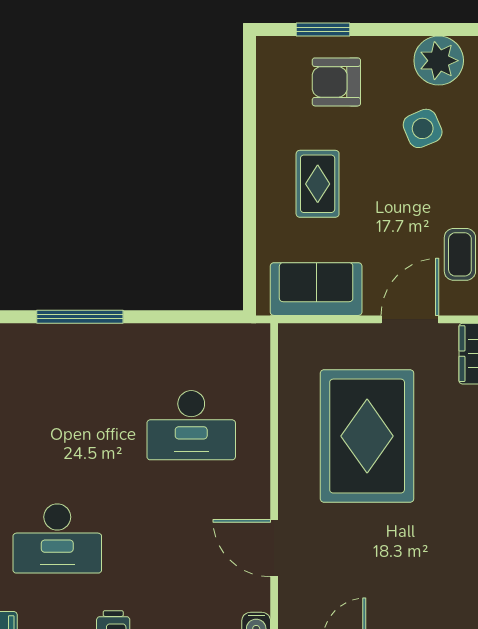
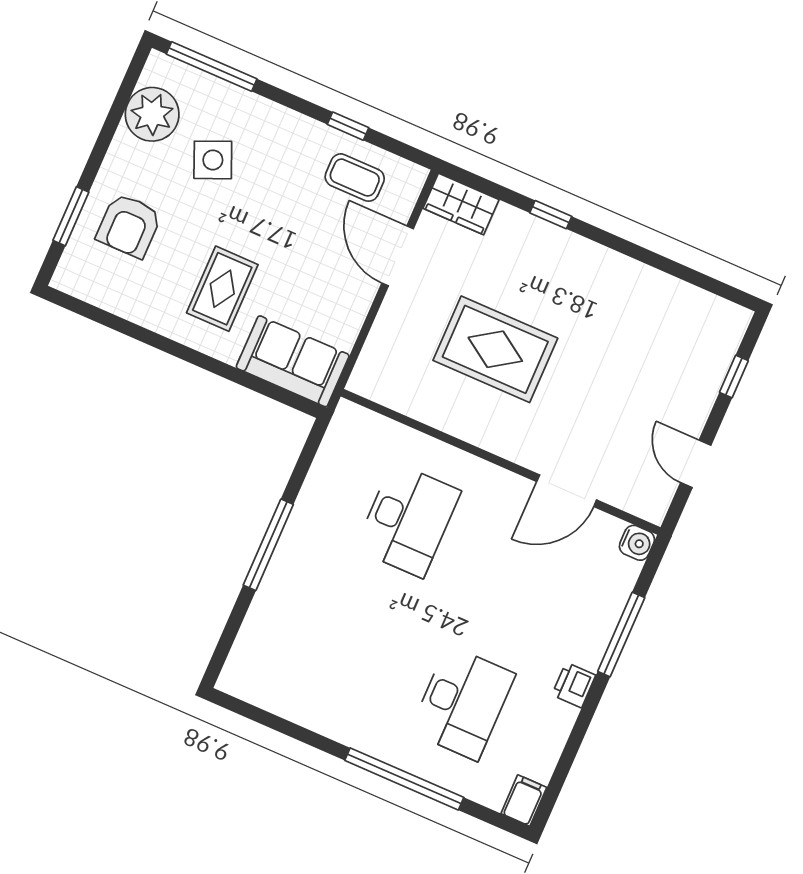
rug: (318, 184) -> (222, 289), turned 90
sofa: (316, 289) -> (293, 361), moved, turned 90
window: (80, 317) -> (268, 545), moved
rug: (367, 436) -> (495, 349), width x0.73, depth x0.69

